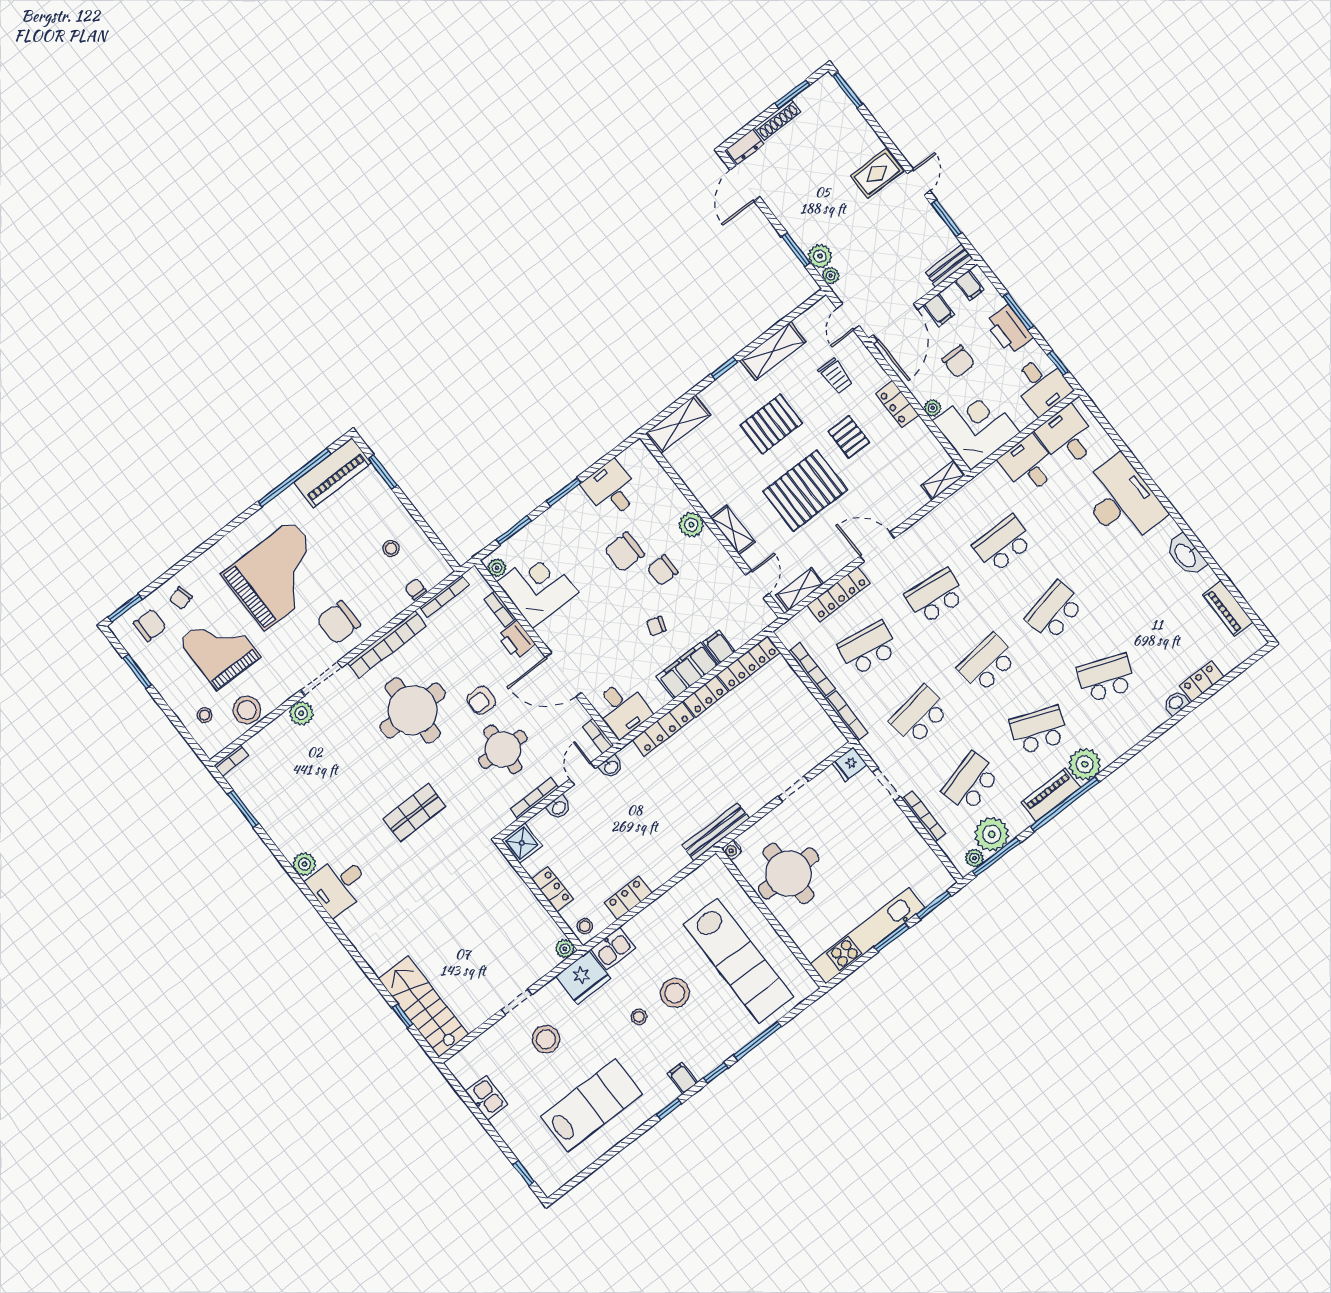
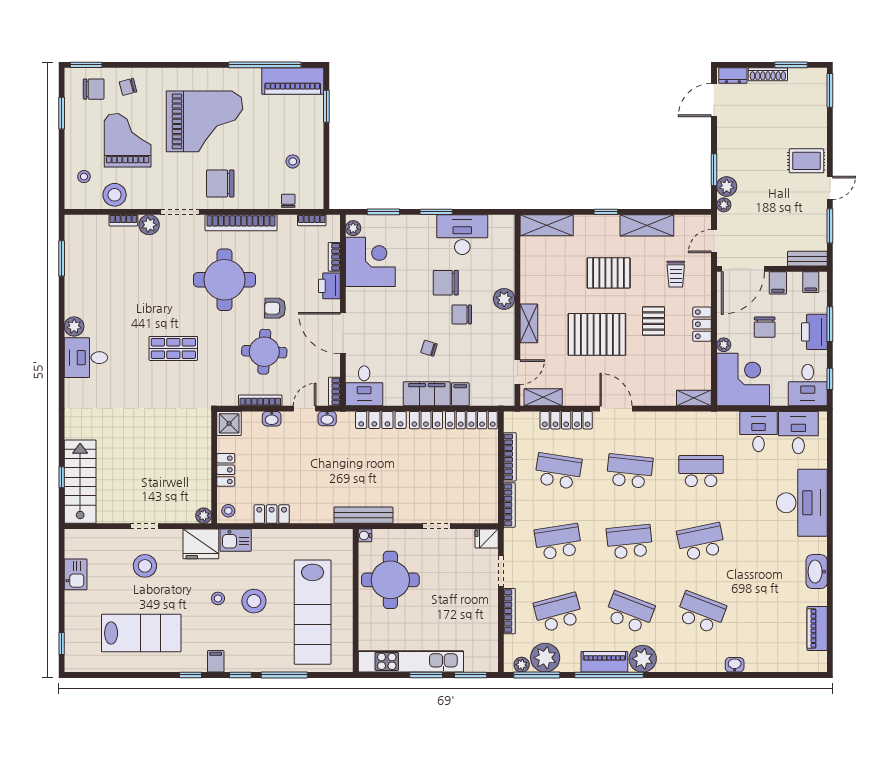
desk: (611, 489) -> (462, 235), width x1.37
bookcase: (445, 596) -> (312, 220), width x0.64
locker: (1202, 681) -> (763, 664), removed
bookcase: (231, 760) -> (123, 220), moved

